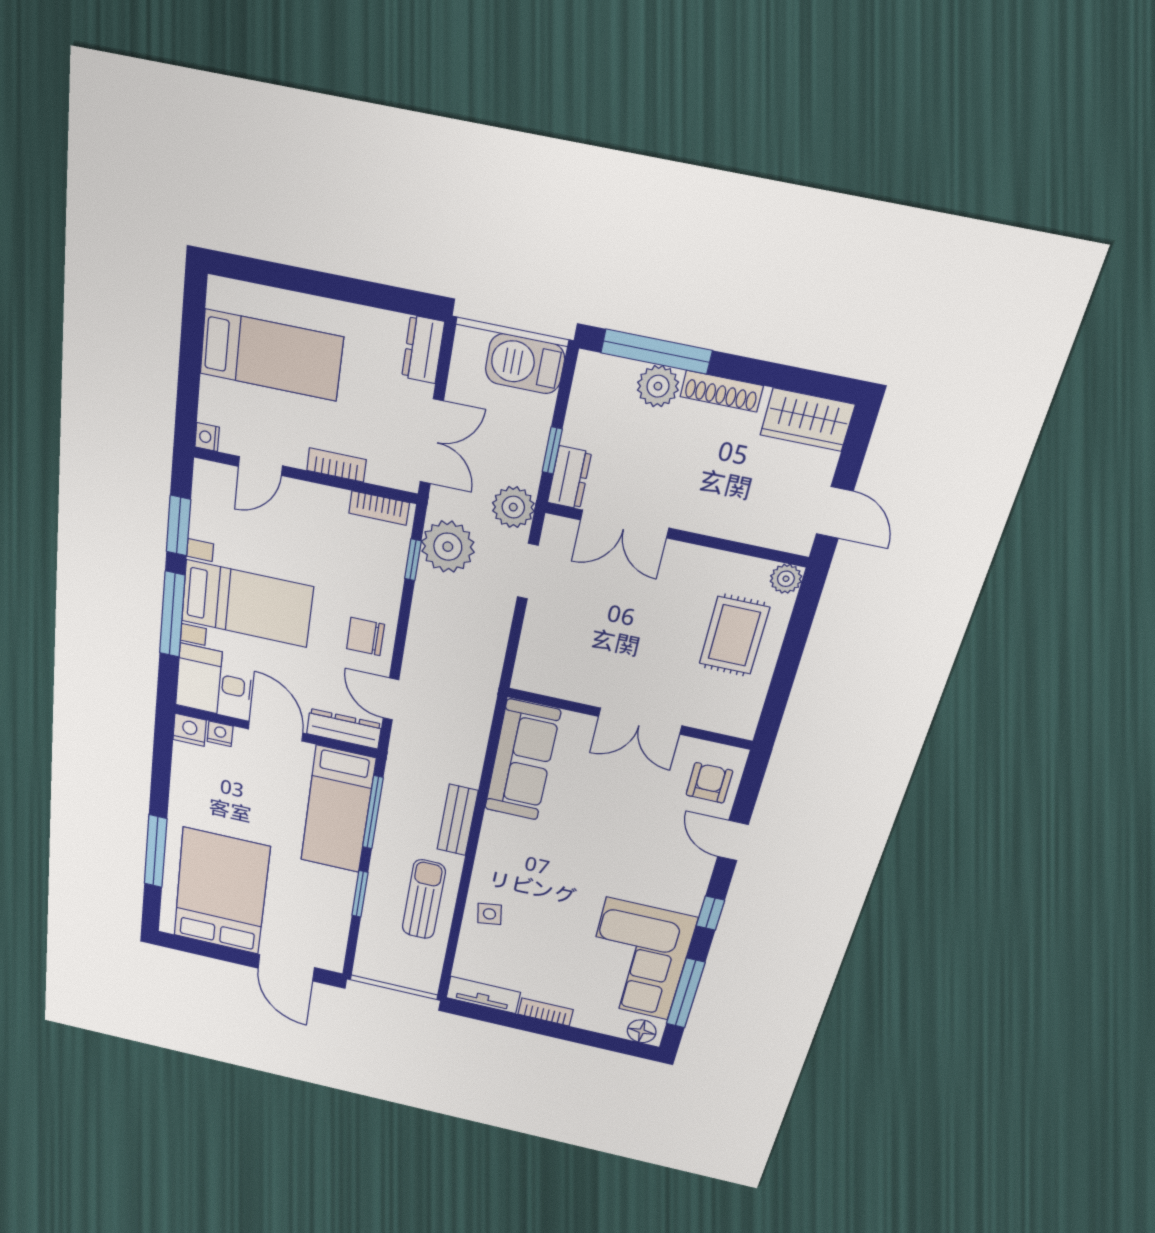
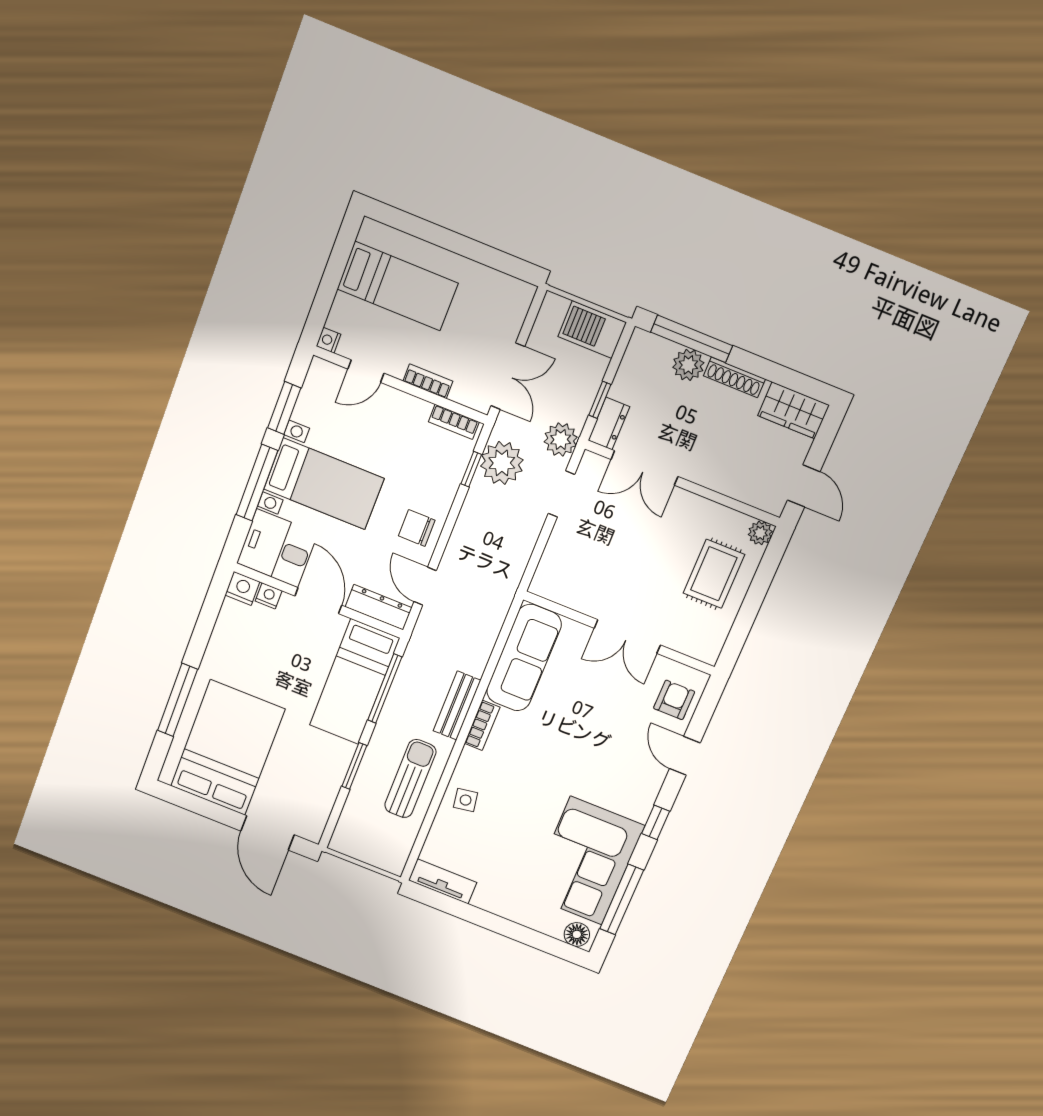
dresser: (423, 349) -> (517, 304), removed
bookcase: (546, 1012) -> (482, 725), moved, turned 90

